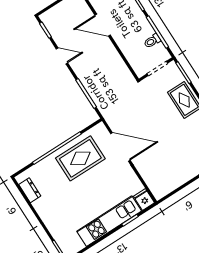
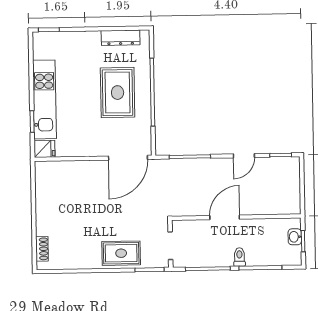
door: (103, 25) -> (225, 217), moved
toilet: (152, 41) -> (239, 257), moved
door: (120, 147) -> (128, 158), moved
rug: (80, 158) -> (118, 93), moved
dresser: (30, 190) -> (121, 38), width x1.44

